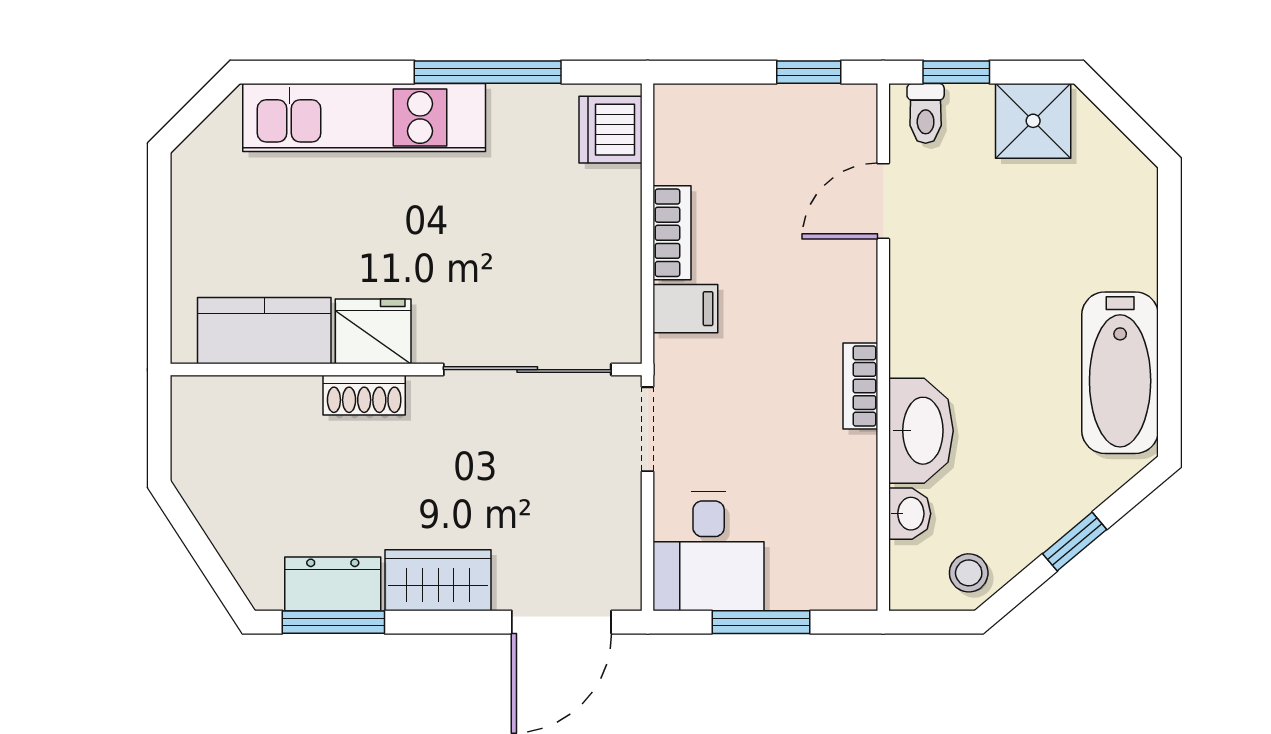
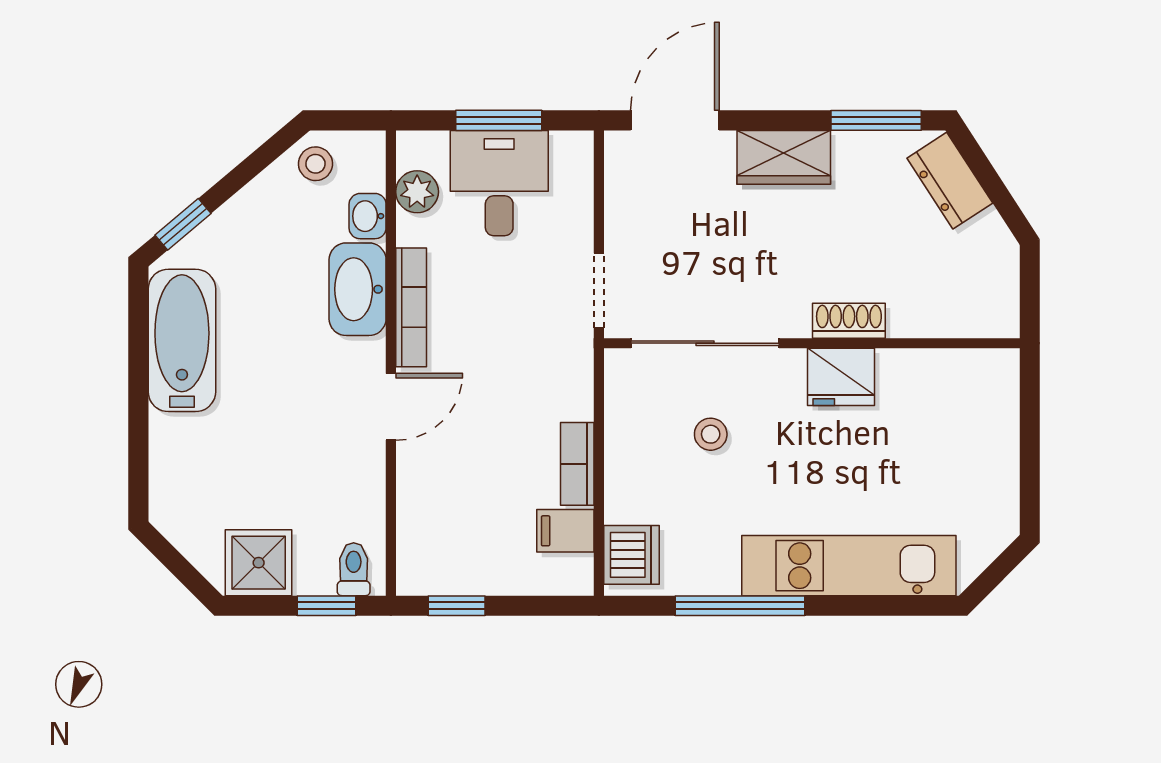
door: (883, 201) -> (391, 407), moved
stool: (521, 266) -> (711, 434), added
filing cabinet: (685, 309) -> (565, 531), moved
kitchen counter: (264, 331) -> (937, 378), removed
bookcase: (860, 386) -> (411, 307), width x1.56
plant: (854, 541) -> (417, 192), added
window: (1075, 542) -> (183, 224), moved
desk: (709, 551) -> (499, 183), moved
dresser: (333, 584) -> (950, 181), moved, turned 57

